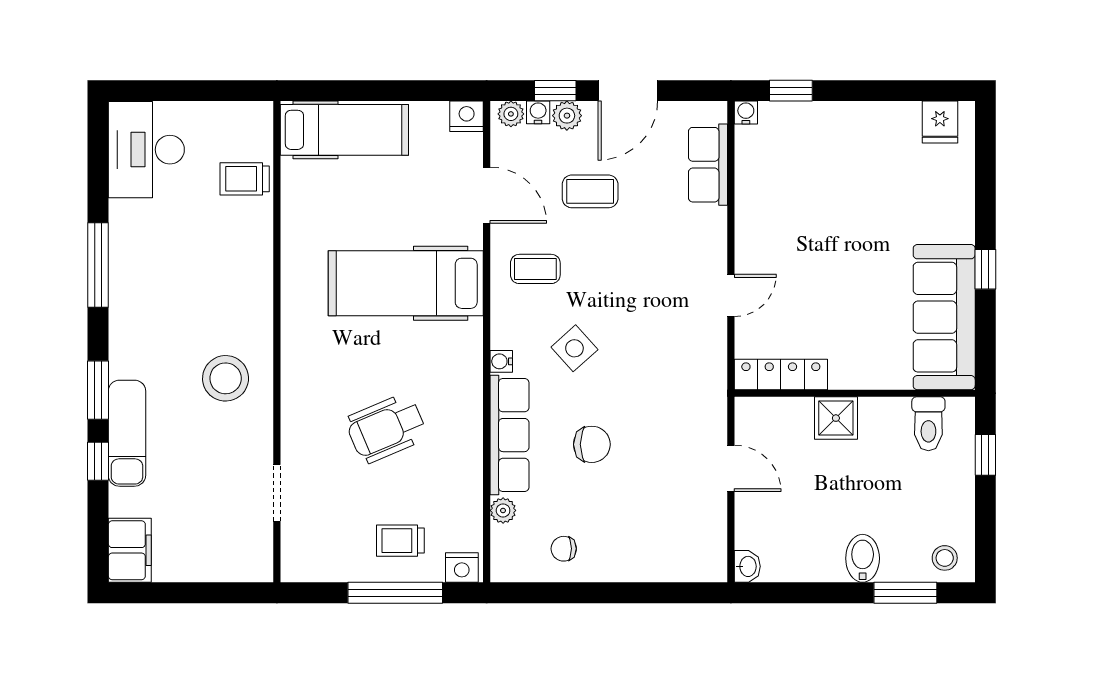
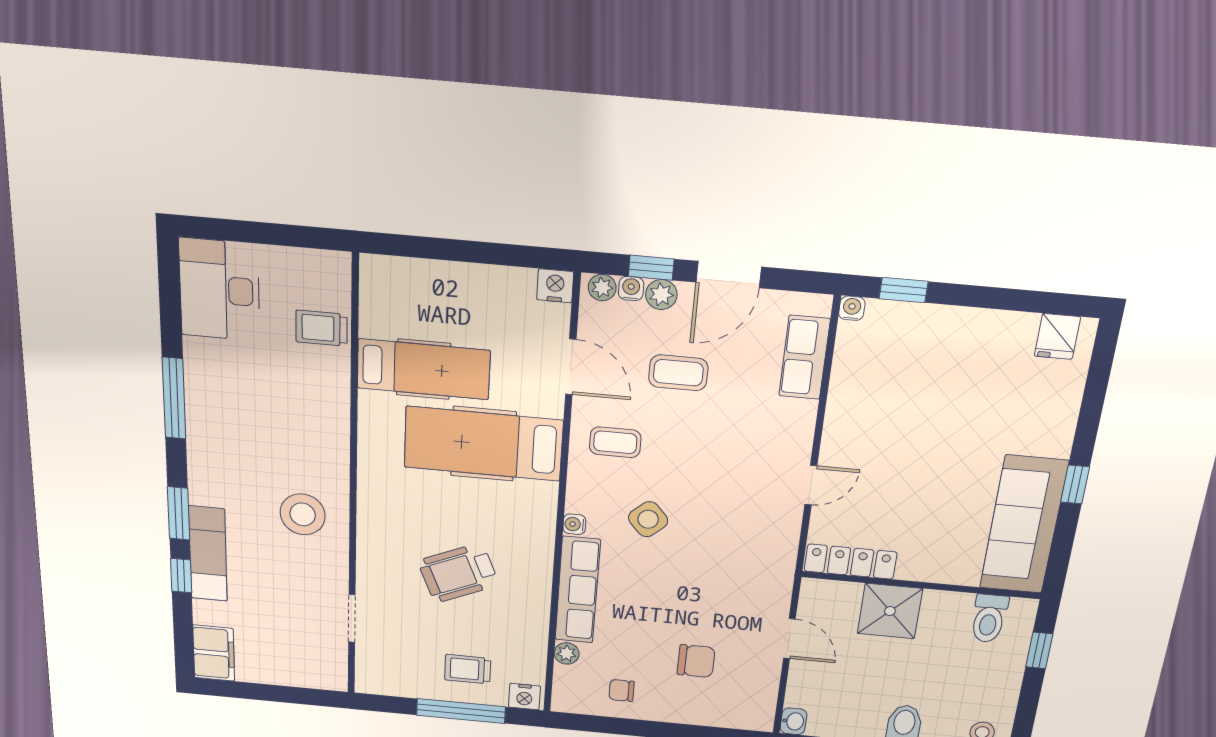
hospital bed: (344, 130) -> (424, 369), moved
shower: (836, 418) -> (890, 611), width x1.36, depth x1.36
chair: (592, 444) -> (696, 661), moved

